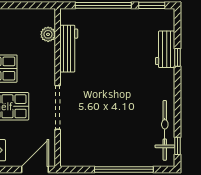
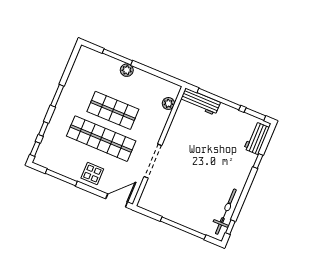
workbench: (69, 49) -> (200, 102), moved, turned 90
workbench: (165, 49) -> (257, 138), moved

